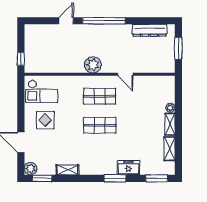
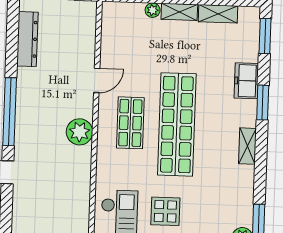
shop shelf: (100, 125) -> (177, 124), width x2.00, depth x1.36
shelving: (67, 170) -> (247, 146), moved

